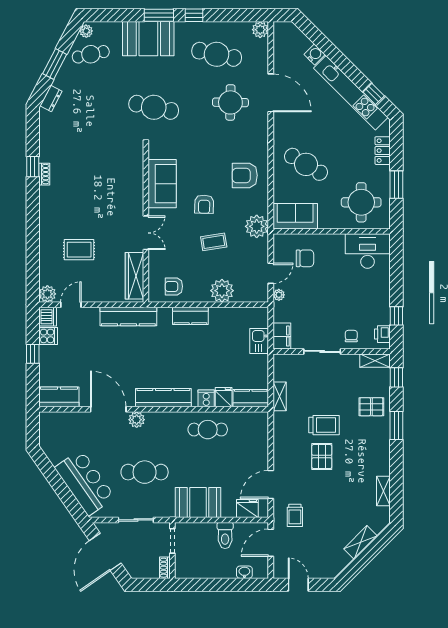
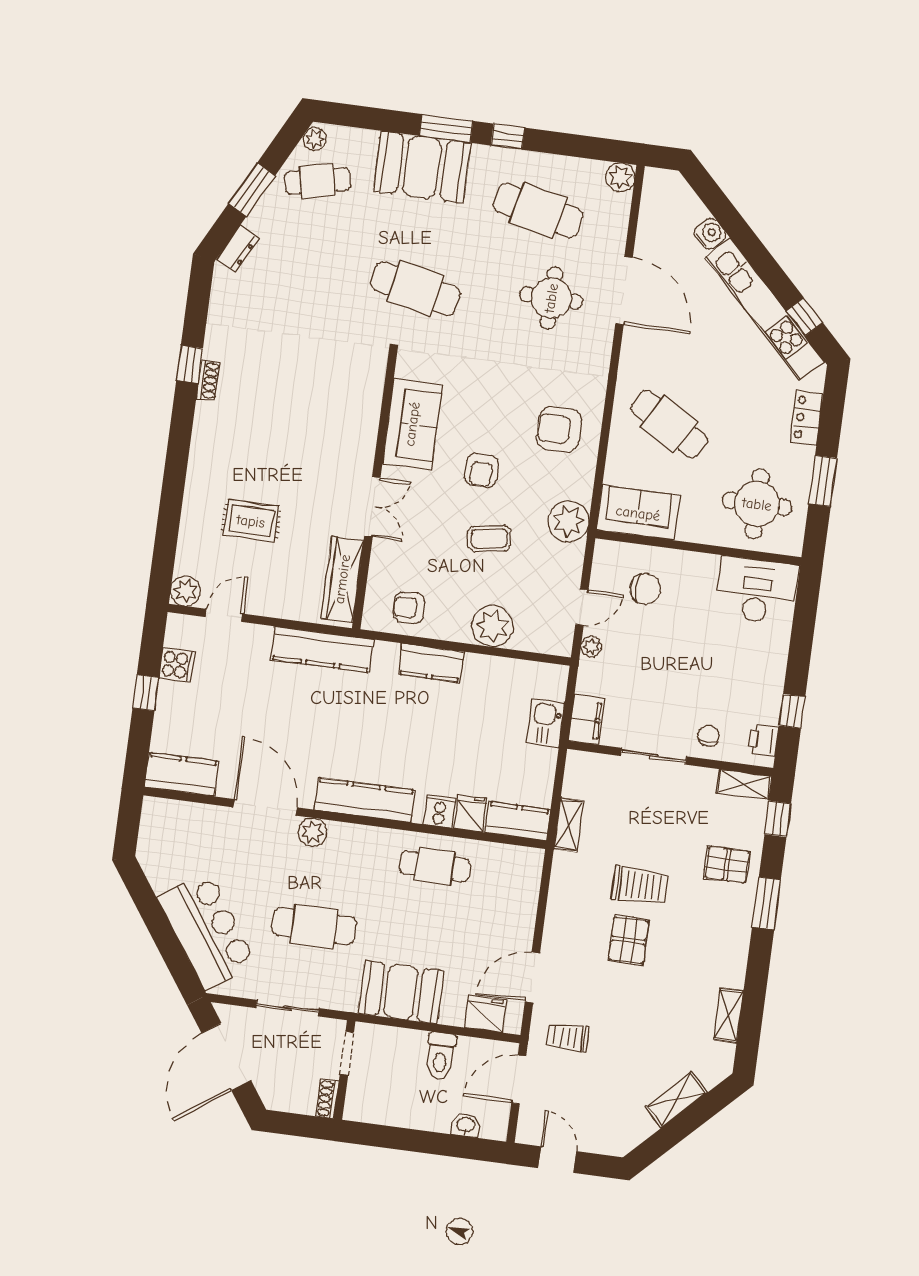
dishwasher: (48, 317) -> (181, 631), removed
trolley: (295, 515) -> (568, 1037), turned 89

